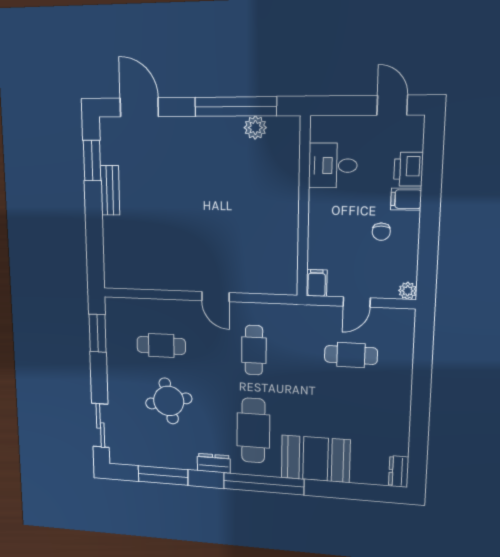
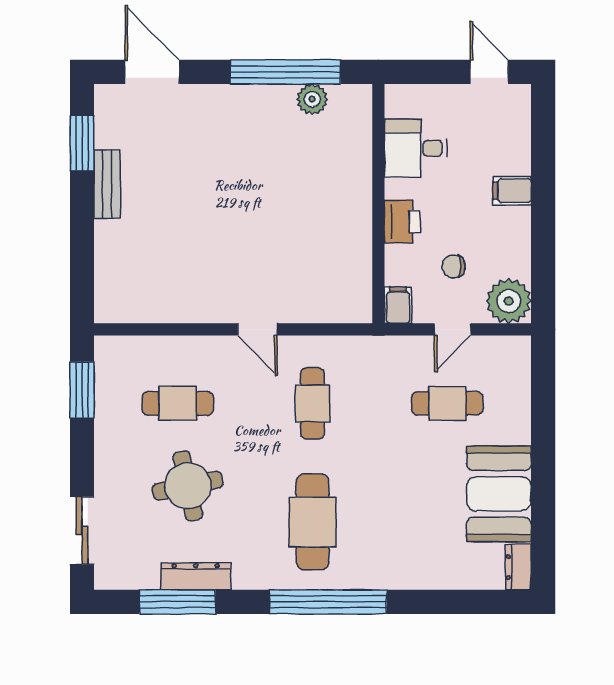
printer: (408, 169) -> (402, 222), moved, turned 180
chair: (381, 232) -> (454, 266), moved, turned 87
plant: (408, 291) -> (509, 301), width x1.88, depth x1.88
booth: (316, 459) -> (499, 494), moved, turned 90
dresser: (214, 463) -> (196, 576), moved, width x1.44

